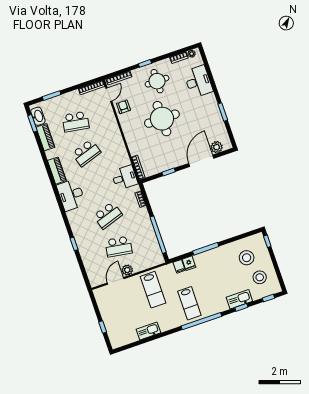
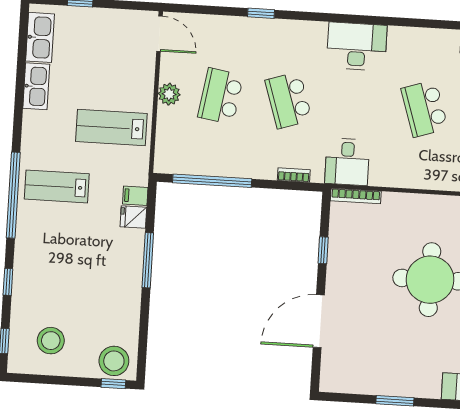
plant: (217, 147) -> (333, 361), removed
door: (201, 161) -> (319, 321), swing flipped
piano: (57, 171) -> (414, 39), removed
stool: (247, 258) -> (114, 361), moved
door: (116, 281) -> (160, 34), moved
kitchen sink: (239, 299) -> (40, 37), moved

